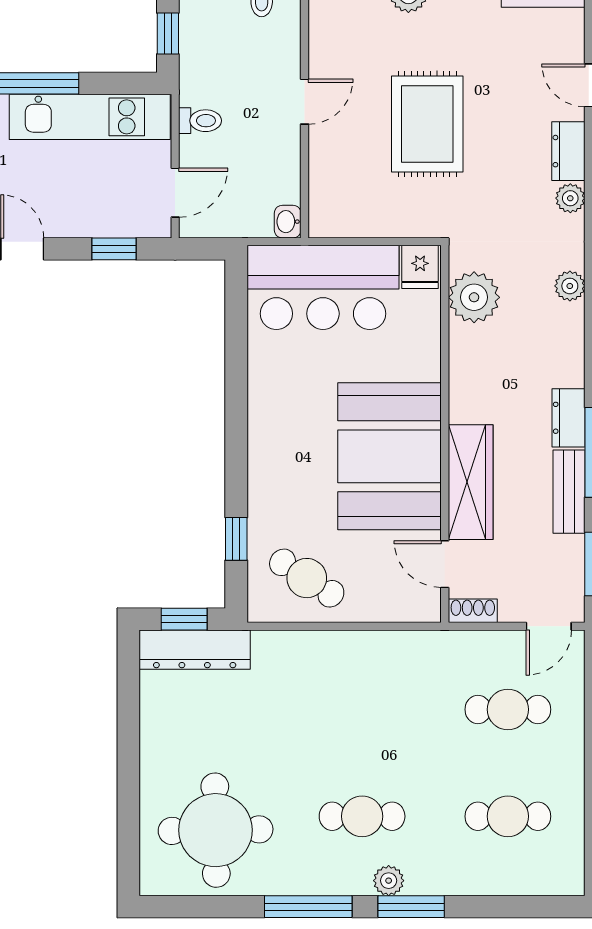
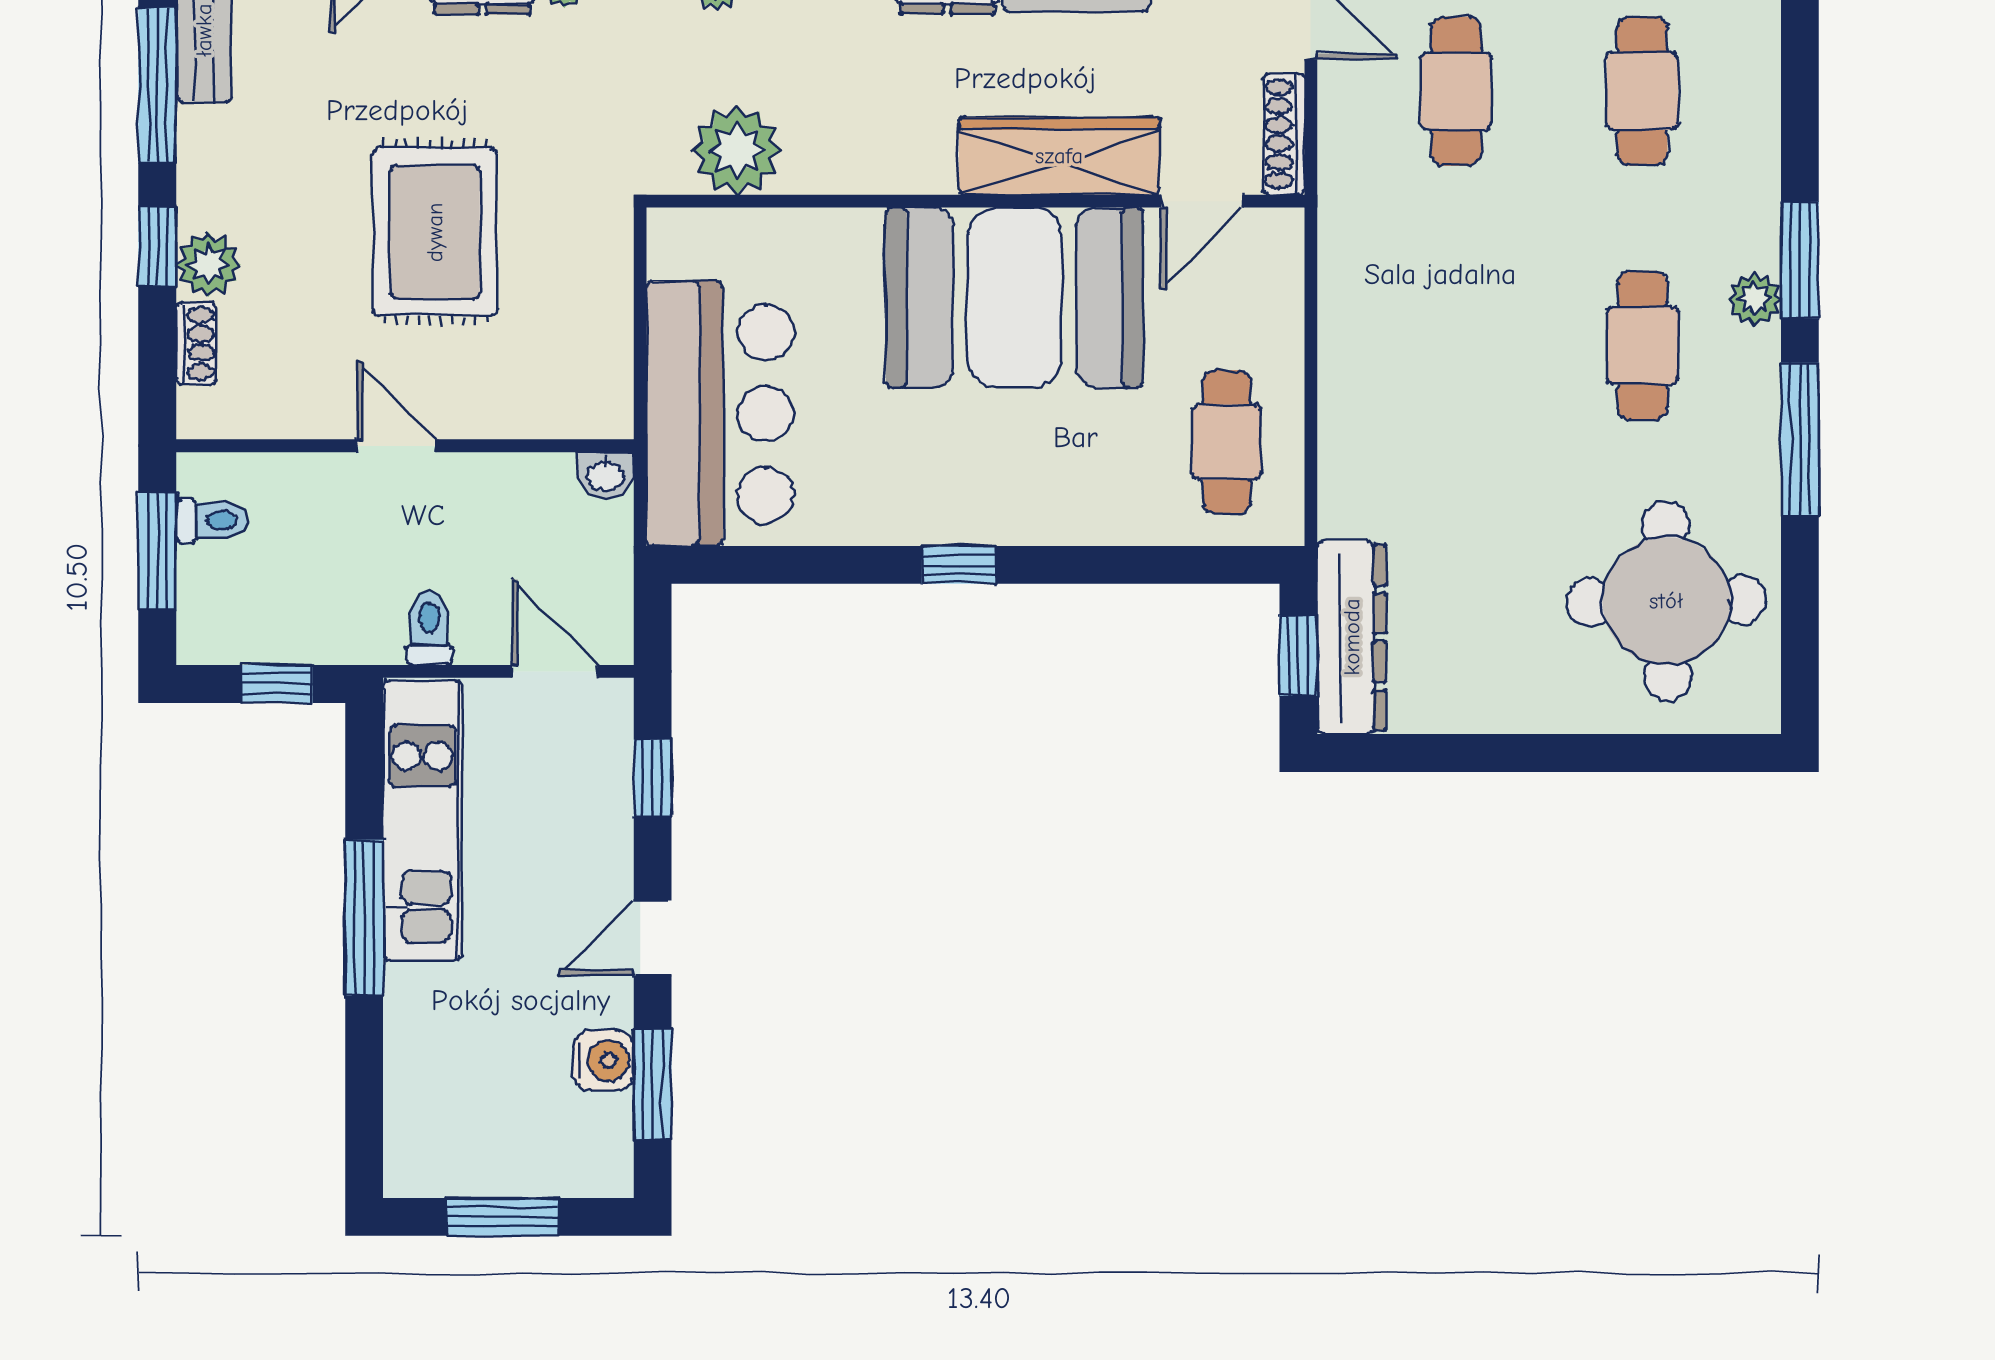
rug: (427, 124) -> (435, 232), turned 90
fridge: (420, 267) -> (684, 244), removed
window: (236, 539) -> (959, 565), moved
cafe table: (307, 578) -> (1227, 442), turned -33
shoe rack: (473, 611) -> (1284, 134), width x1.43

